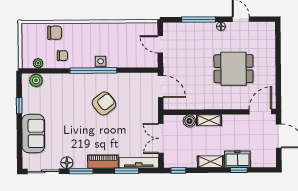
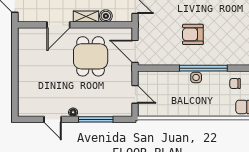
dining table: (233, 69) -> (91, 56), moved, turned 90
armchair: (104, 103) -> (193, 34), turned 38
door: (260, 112) -> (58, 25), moved

